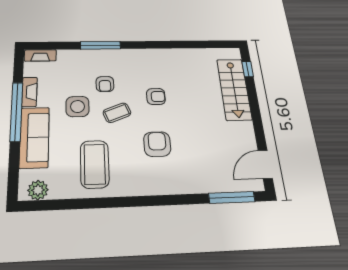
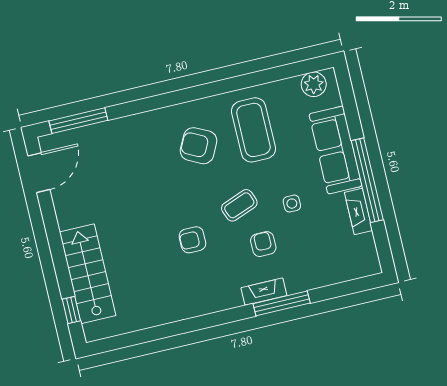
fireplace: (40, 55) -> (264, 292), moved
side table: (78, 106) -> (292, 204), width x0.54, depth x0.54
armchair: (157, 144) -> (199, 146), moved, turned 117

